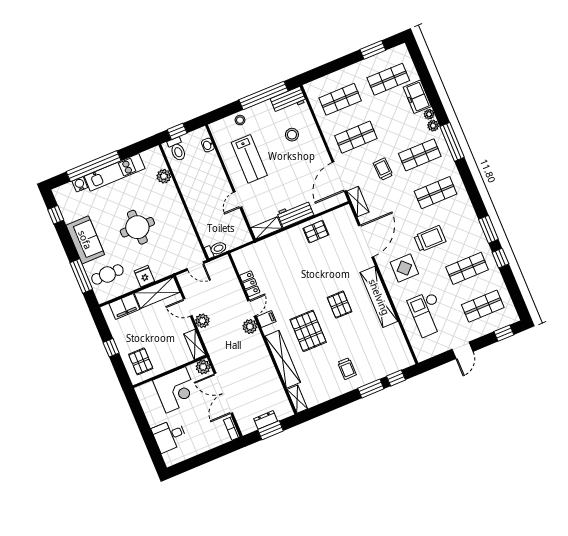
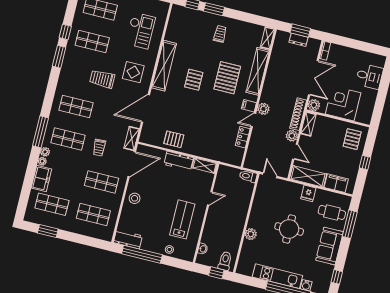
stool: (292, 135) -> (135, 198), moved
plant: (164, 176) -> (251, 234), moved
shoe rack: (212, 347) -> (298, 114), added

